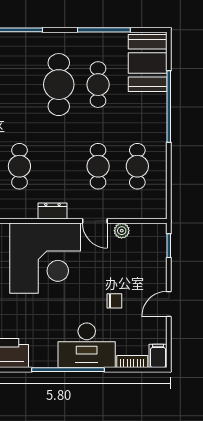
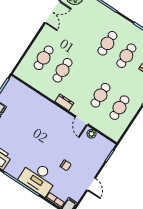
cafe table: (59, 85) -> (107, 43), width x0.73, depth x0.74
corner desk: (45, 258) -> (46, 123), removed
door: (169, 304) -> (91, 184), swing flipped

